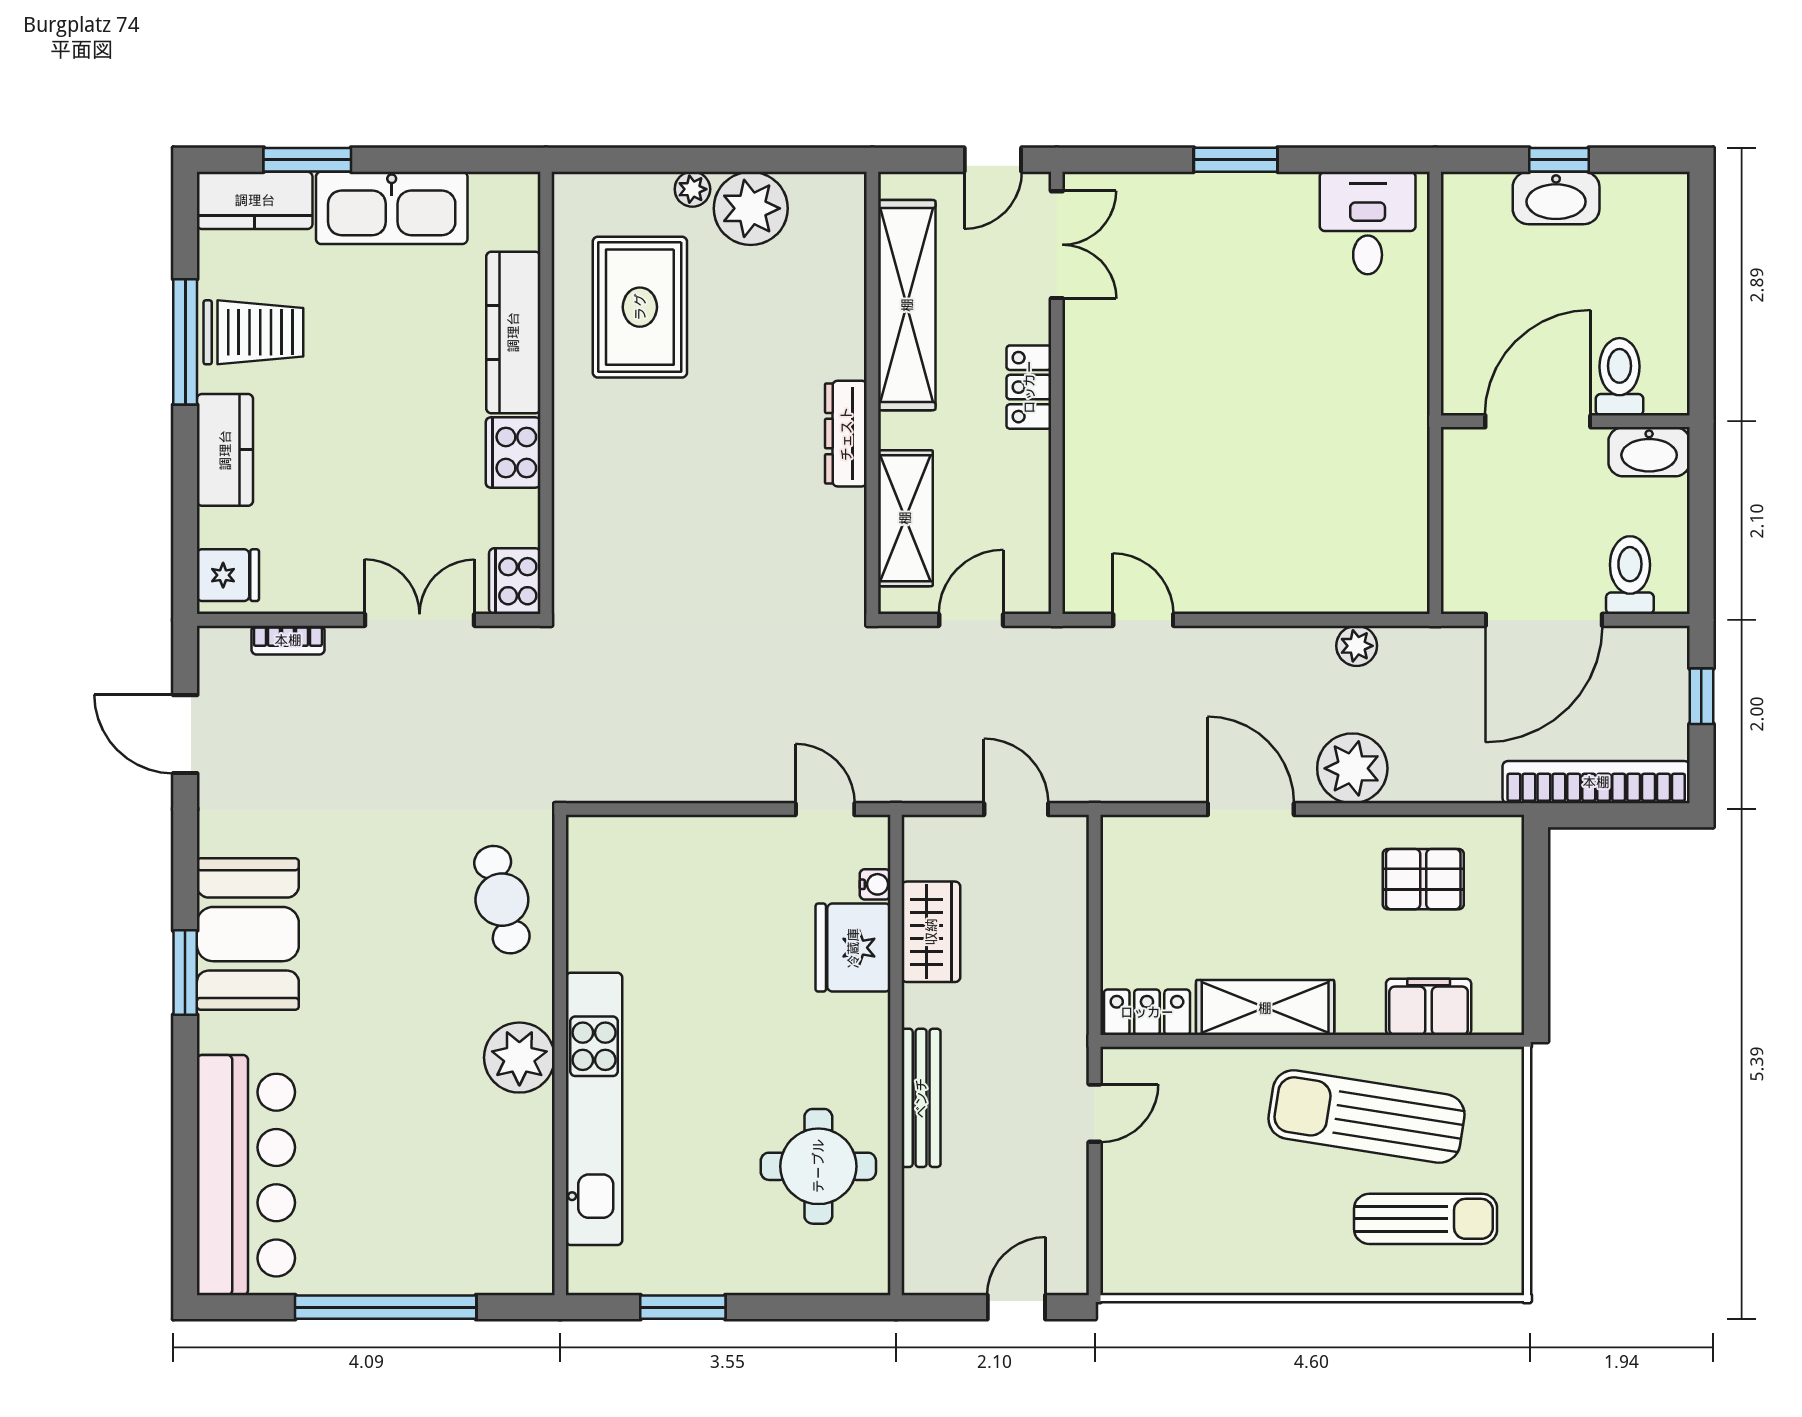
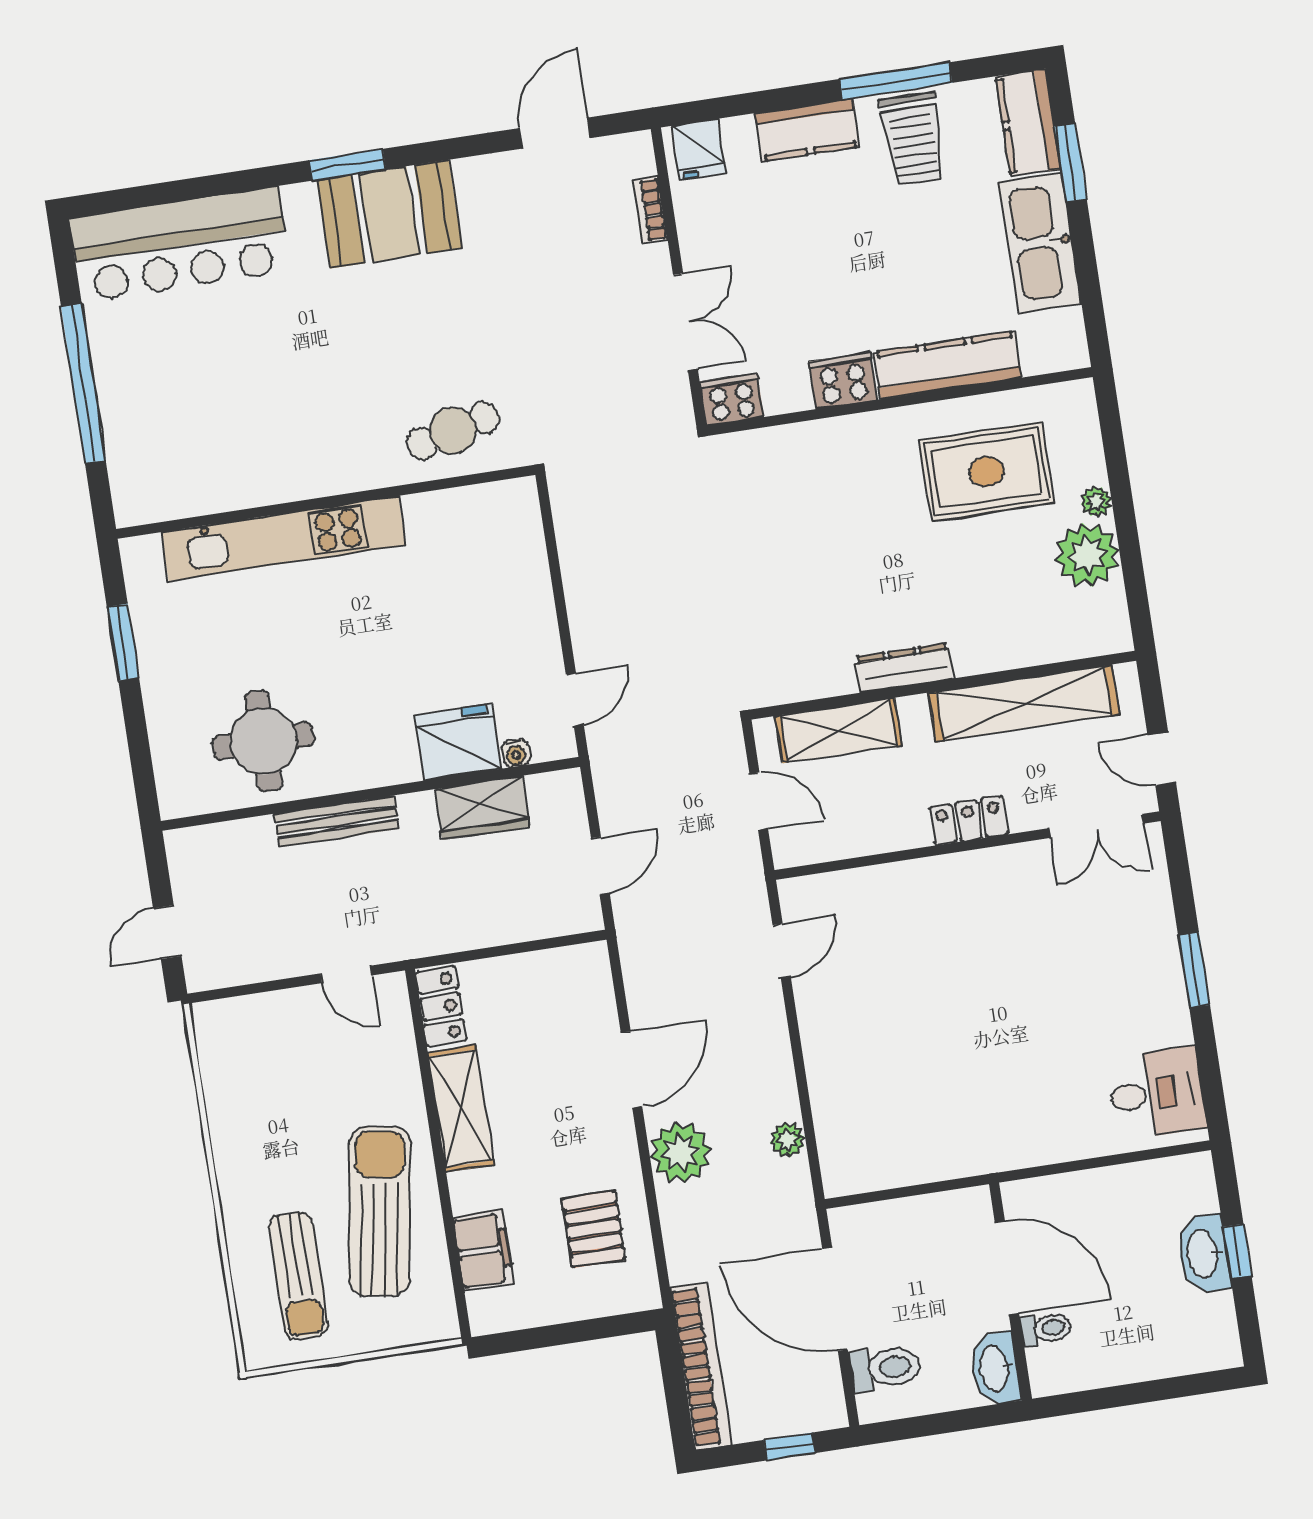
toilet: (1620, 377) -> (1046, 1329), width x0.73, depth x0.72
plant: (519, 1058) -> (318, 467), removed
door: (1016, 1307) -> (167, 932), swing flipped

